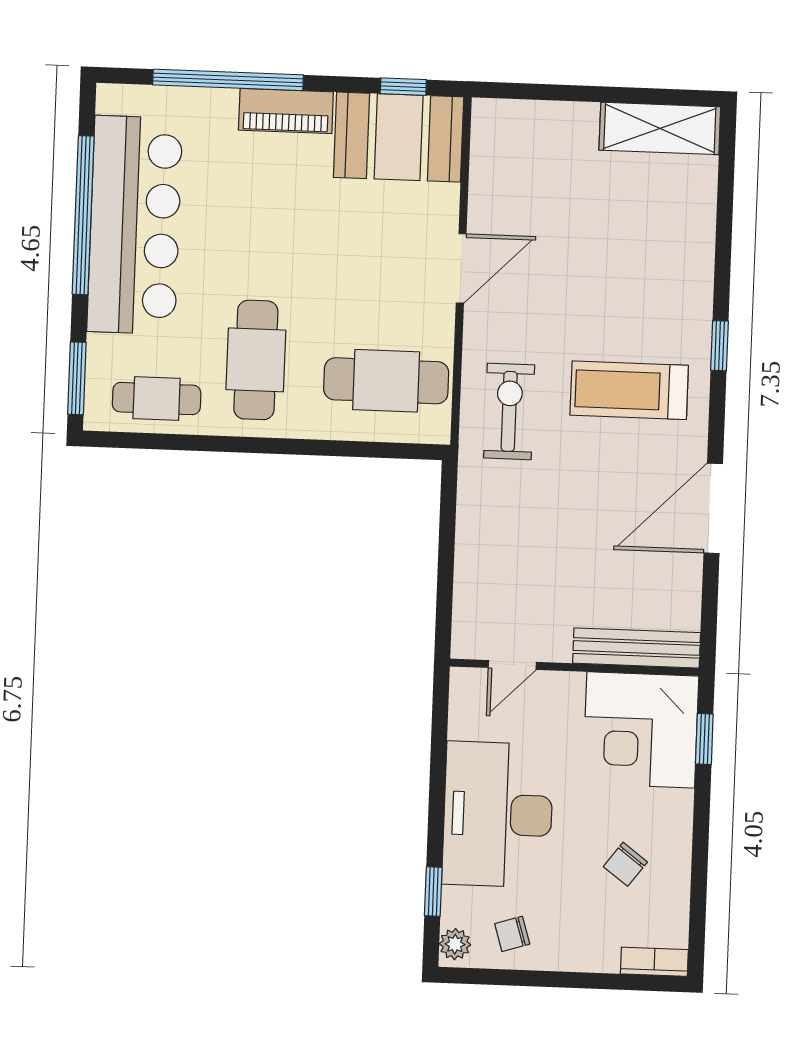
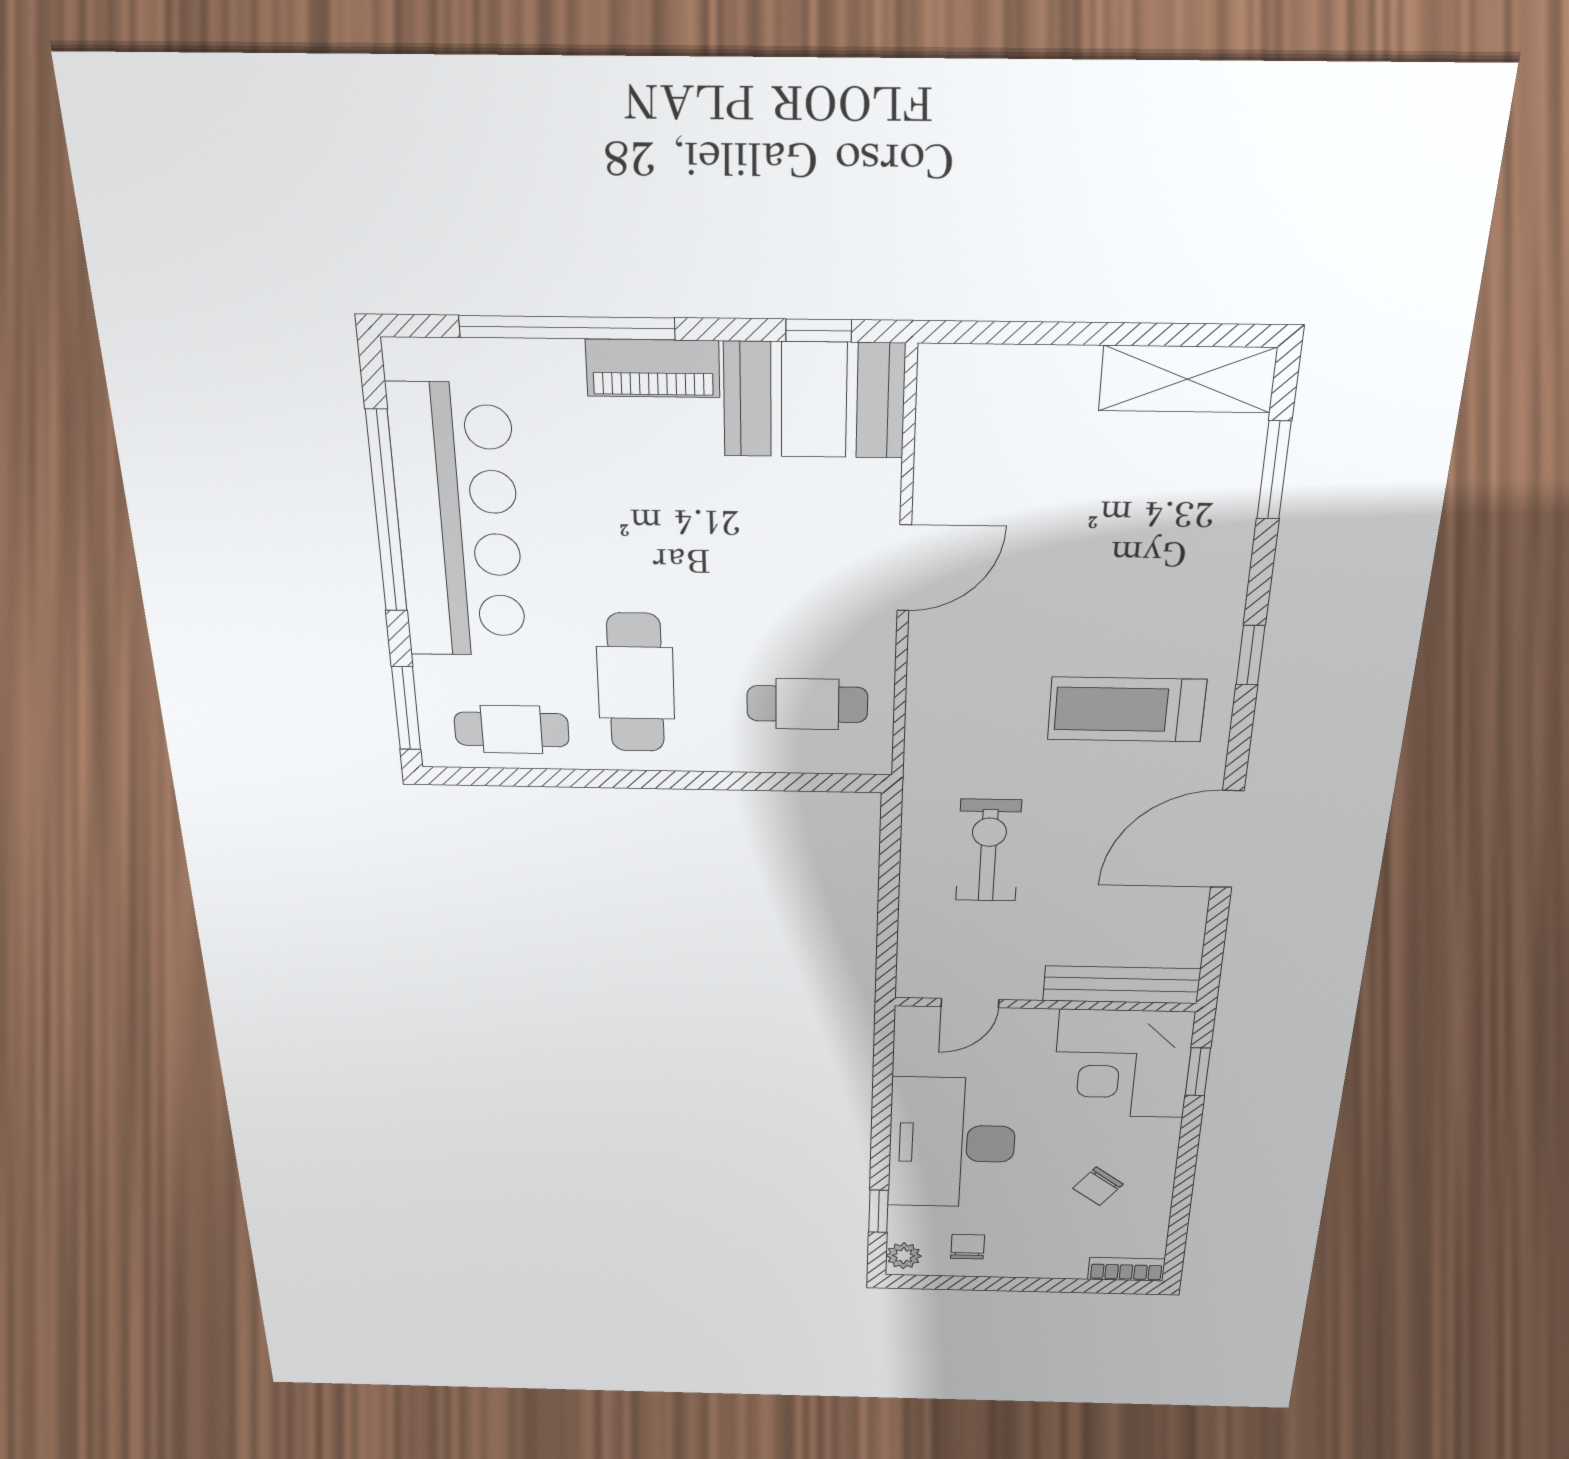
window: (725, 198) -> (1274, 470), added
cafe table: (386, 381) -> (807, 704), width x0.73, depth x0.74
exercise bike: (509, 411) -> (988, 851), moved
chair: (512, 934) -> (968, 1247), turned 107

